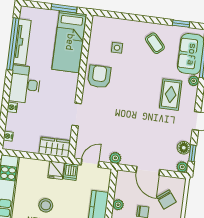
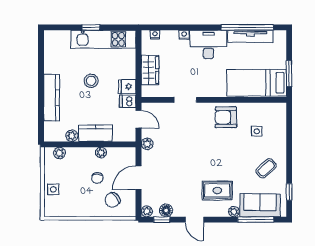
armchair: (99, 77) -> (226, 117), turned 180
wardrobe: (55, 147) -> (150, 70), moved

